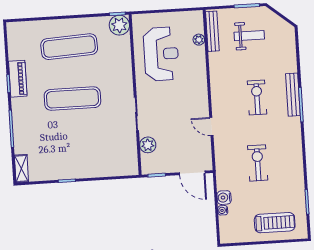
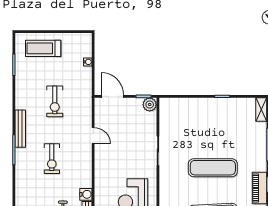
bench: (293, 95) -> (20, 129), moved
plant: (148, 145) -> (150, 105), moved
water cooler: (224, 198) -> (86, 194), moved

